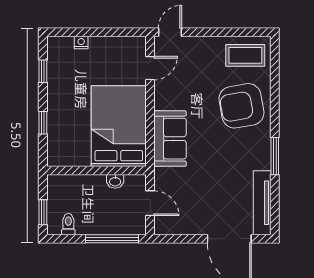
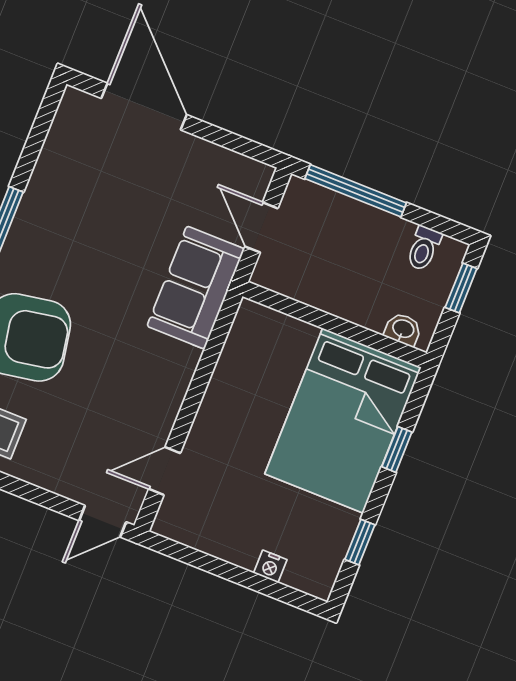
bed: (119, 126) -> (343, 421), moved
sofa: (170, 139) -> (196, 288), moved
washbasin: (115, 181) -> (403, 329), moved
tv unit: (262, 203) -> (59, 148), removed

